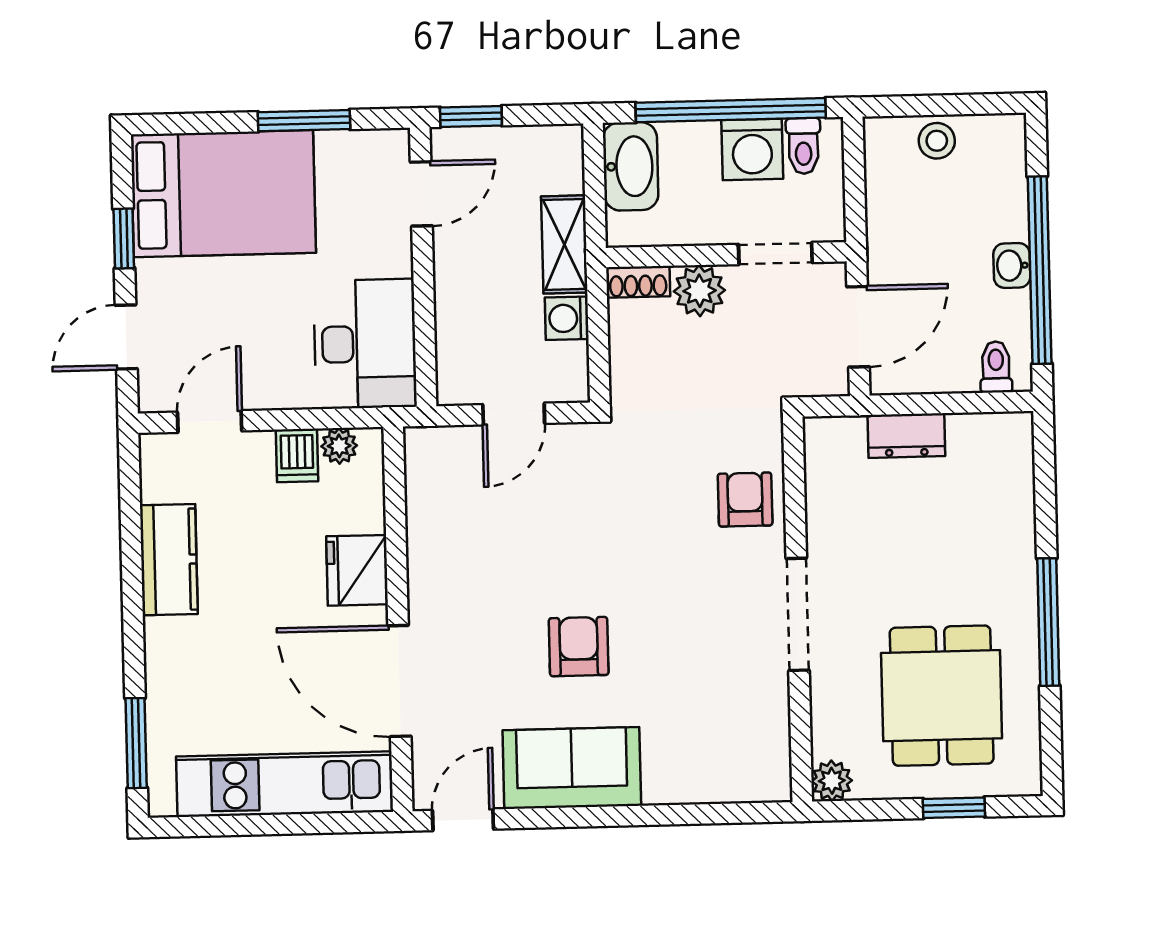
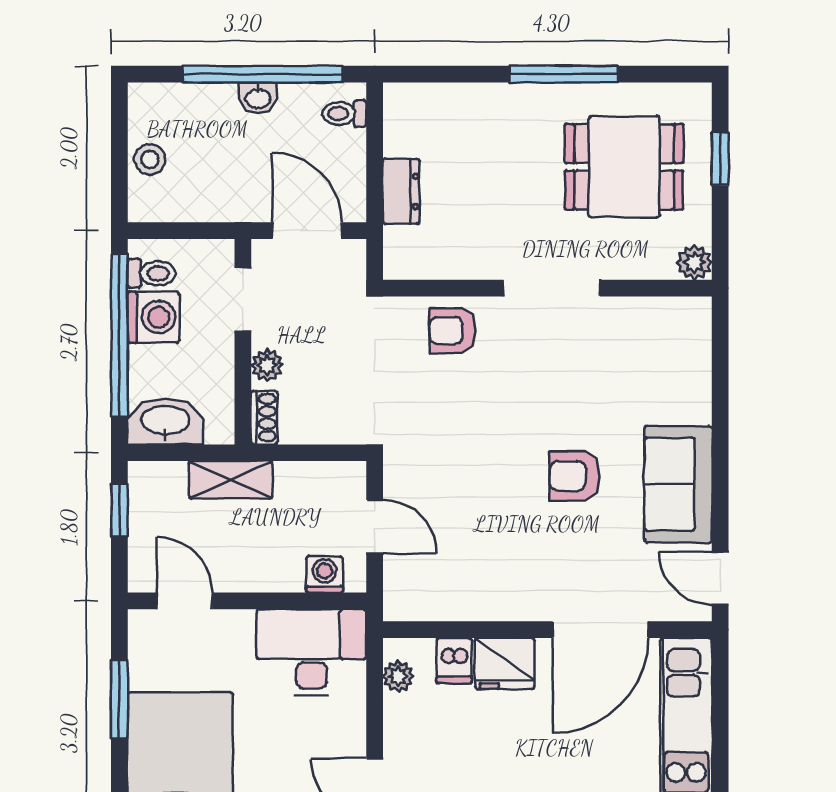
window: (471, 116) -> (119, 510), moved
plant: (699, 291) -> (267, 365), width x0.73, depth x0.73
washing machine: (567, 318) -> (324, 574), moved, turned 180
dishwasher: (297, 455) -> (454, 661), moved, turned 90

